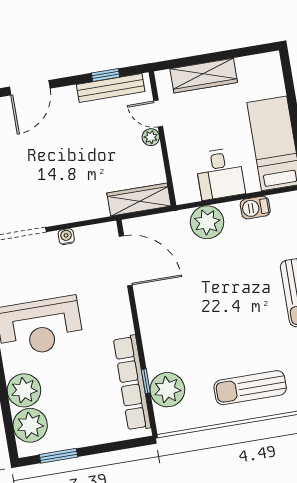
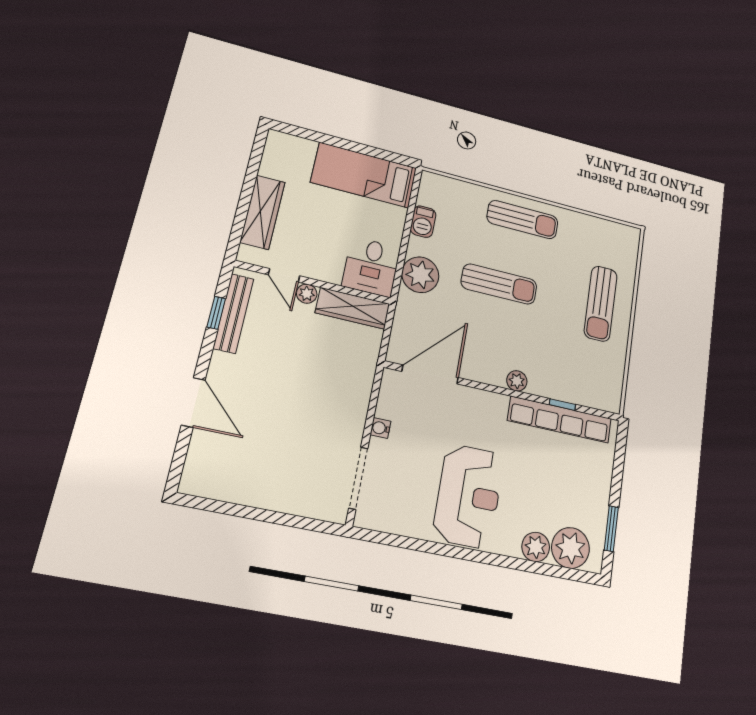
door: (158, 114) -> (284, 275), hinge flipped
desk: (220, 174) -> (371, 267), moved, turned 90
wardrobe: (139, 199) -> (353, 308), moved, turned -90
sun lounger: (228, 292) -> (499, 284), added
plant: (24, 390) -> (536, 547), width x0.73, depth x0.73
plant: (167, 390) -> (517, 381), moved, width x0.53, depth x0.53

